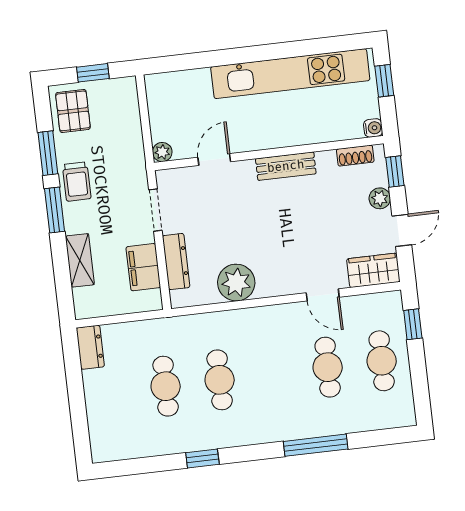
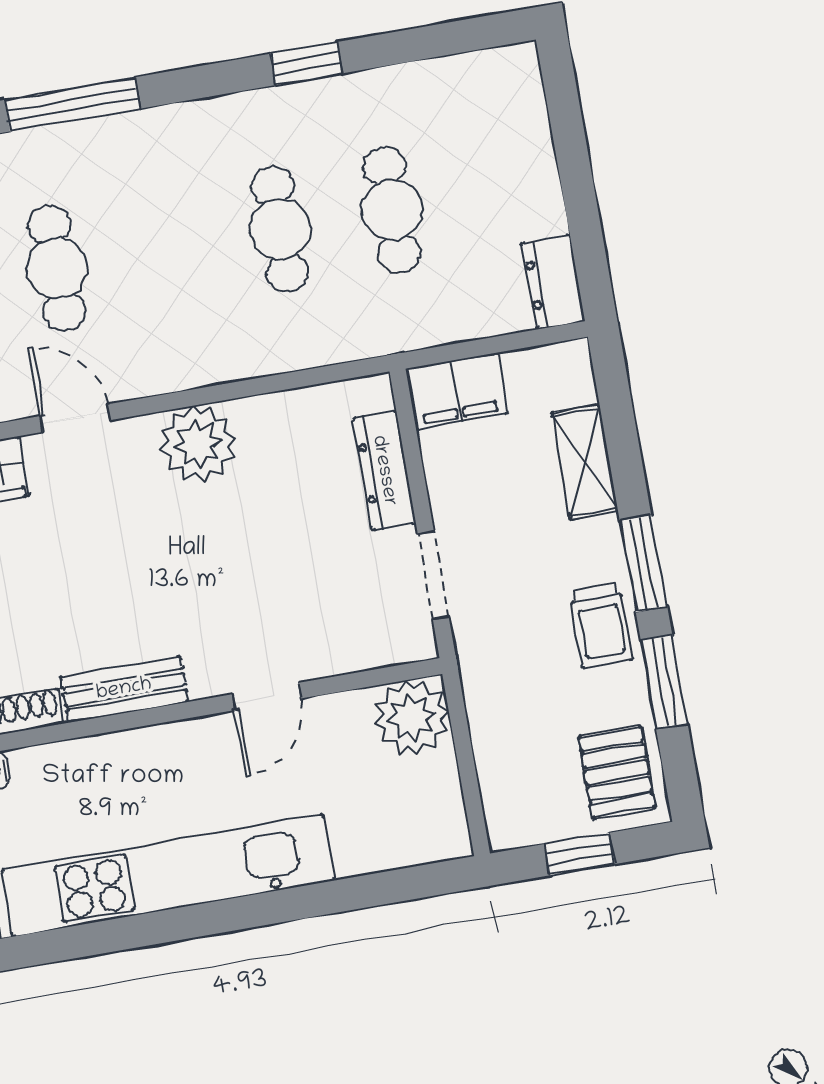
plant: (162, 152) -> (412, 718), width x1.88, depth x1.88
door: (214, 159) -> (266, 696), moved
bench: (286, 166) -> (124, 689), moved
trolley: (77, 182) -> (601, 626), turned 180
filing cabinet: (143, 267) -> (457, 391), moved, turned 90
plant: (236, 283) -> (198, 444), moved

